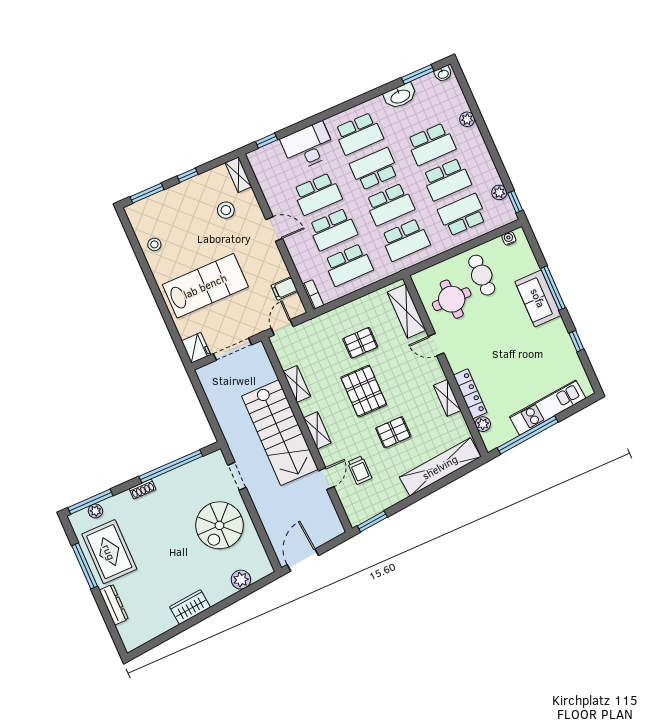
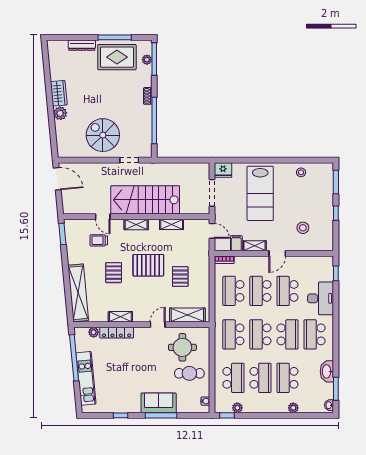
shelving: (238, 175) -> (255, 246), moved
school desk: (447, 179) -> (260, 378), turned 180
plant: (241, 580) -> (60, 113), moved

